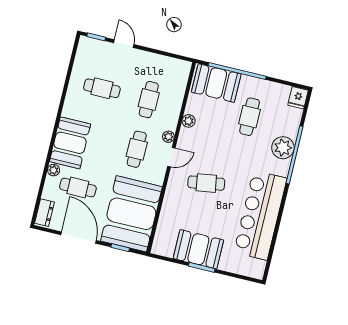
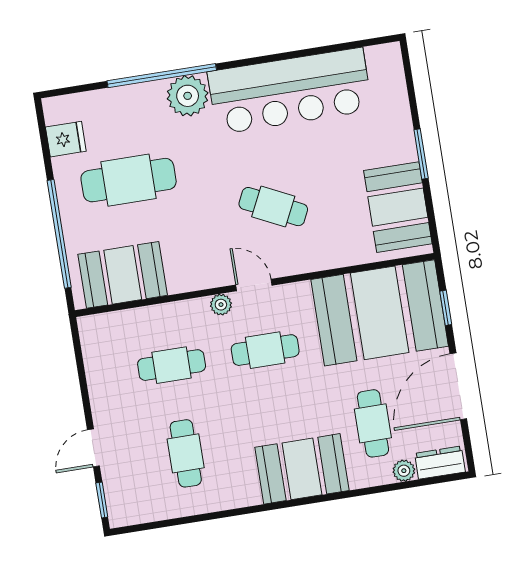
booth: (216, 83) -> (123, 275), moved, turned 90
fridge: (298, 98) -> (66, 139), moved
cafe table: (250, 117) -> (129, 180), width x1.37, depth x1.35
plant: (189, 121) -> (180, 281), removed
plant: (283, 148) -> (188, 96), moved
plant: (54, 170) -> (404, 471), moved
cafe table: (206, 183) -> (273, 207), turned -55
booth: (198, 249) -> (398, 207), moved

